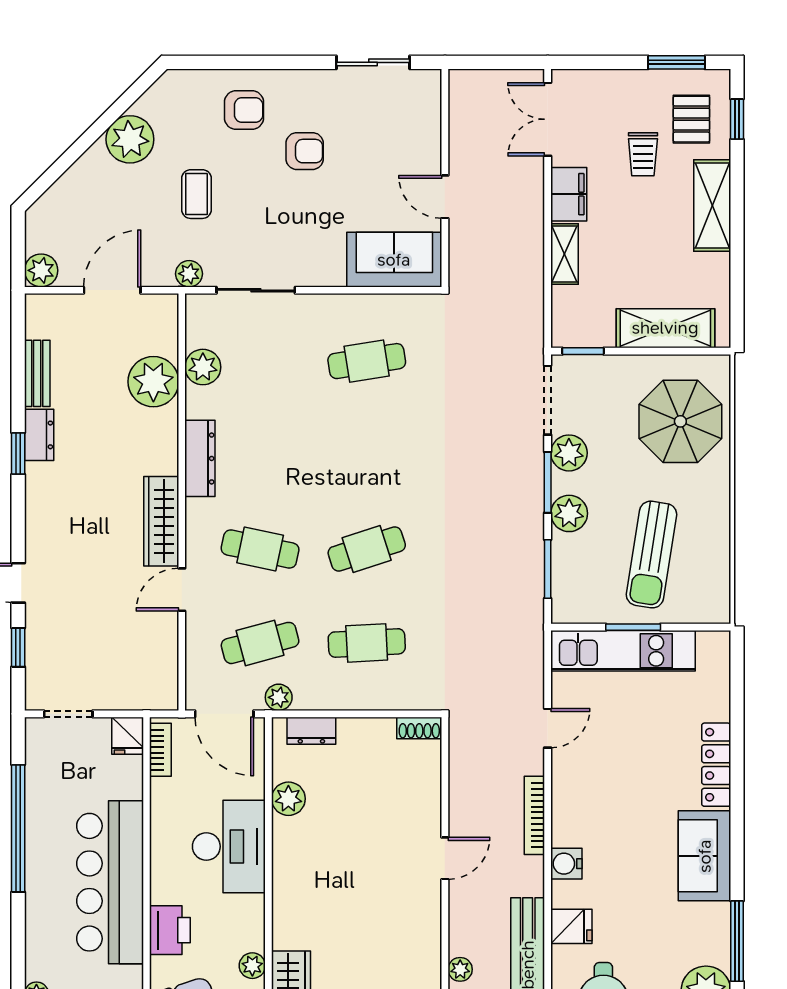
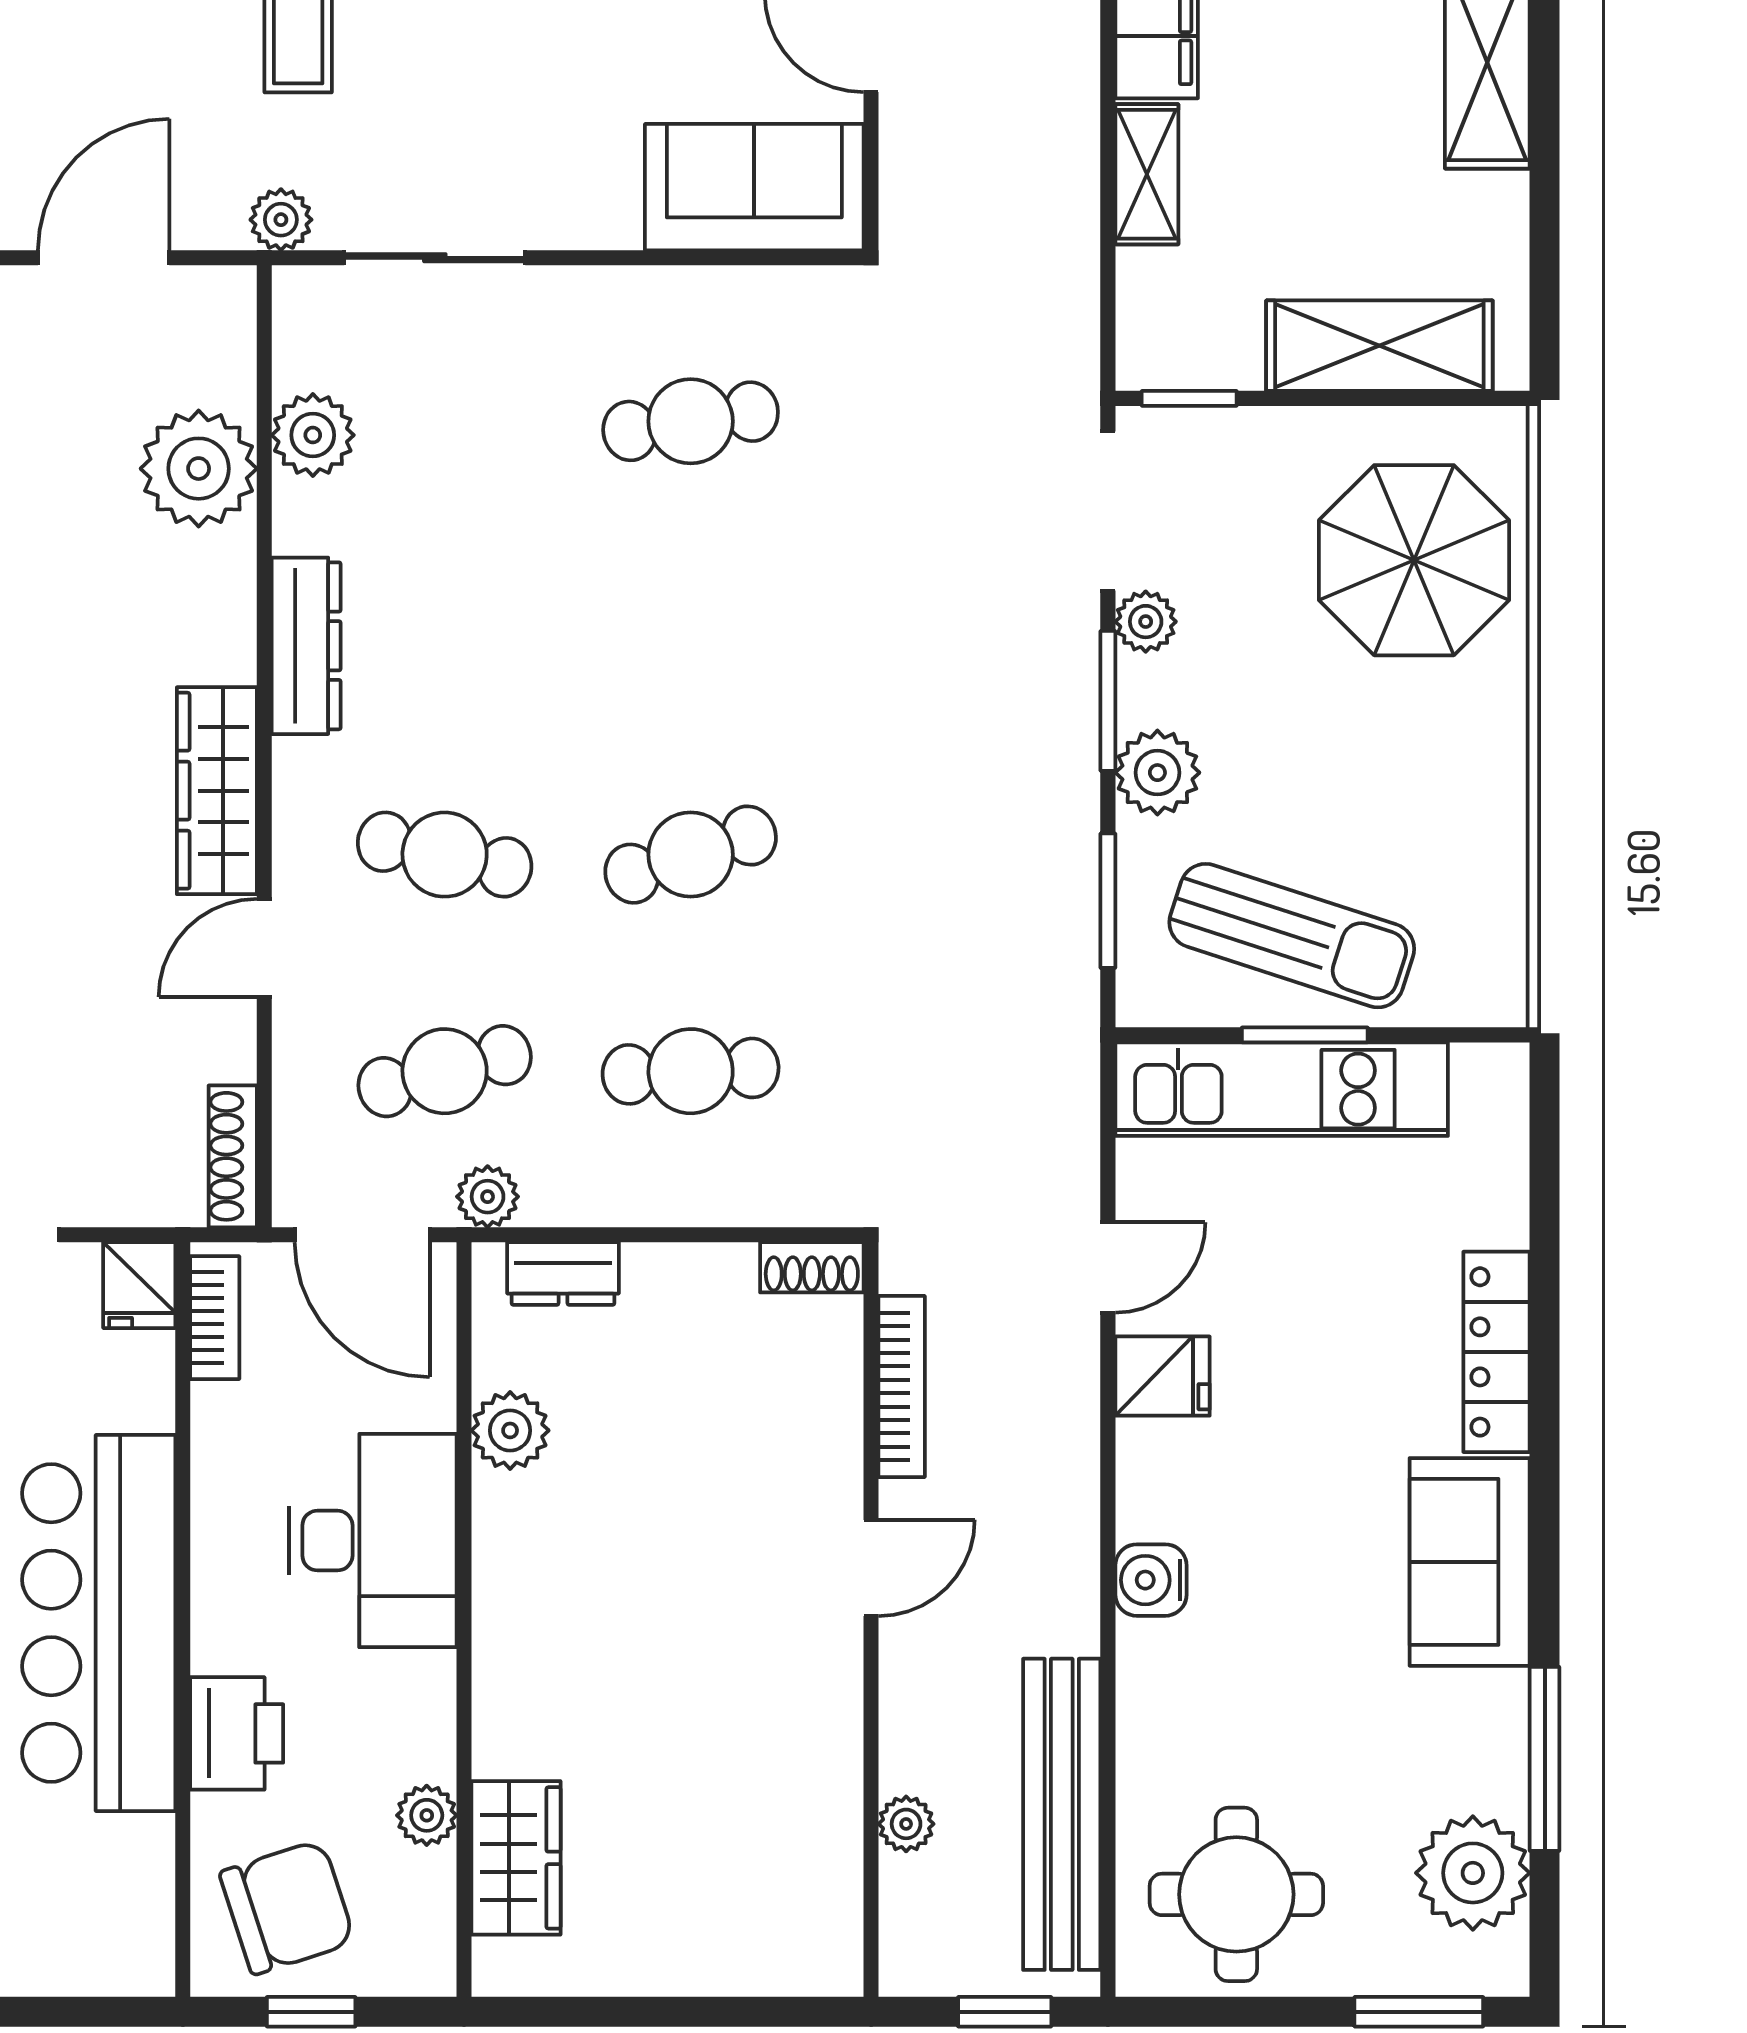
plant: (569, 453) -> (1146, 622), width x0.73, depth x0.73
sun lounger: (651, 555) -> (1292, 936), moved, turned -81
shoe rack: (168, 680) -> (233, 1156), added
bookcase: (534, 815) -> (902, 1386), moved, turned 180
fridge: (571, 926) -> (1162, 1376), moved

